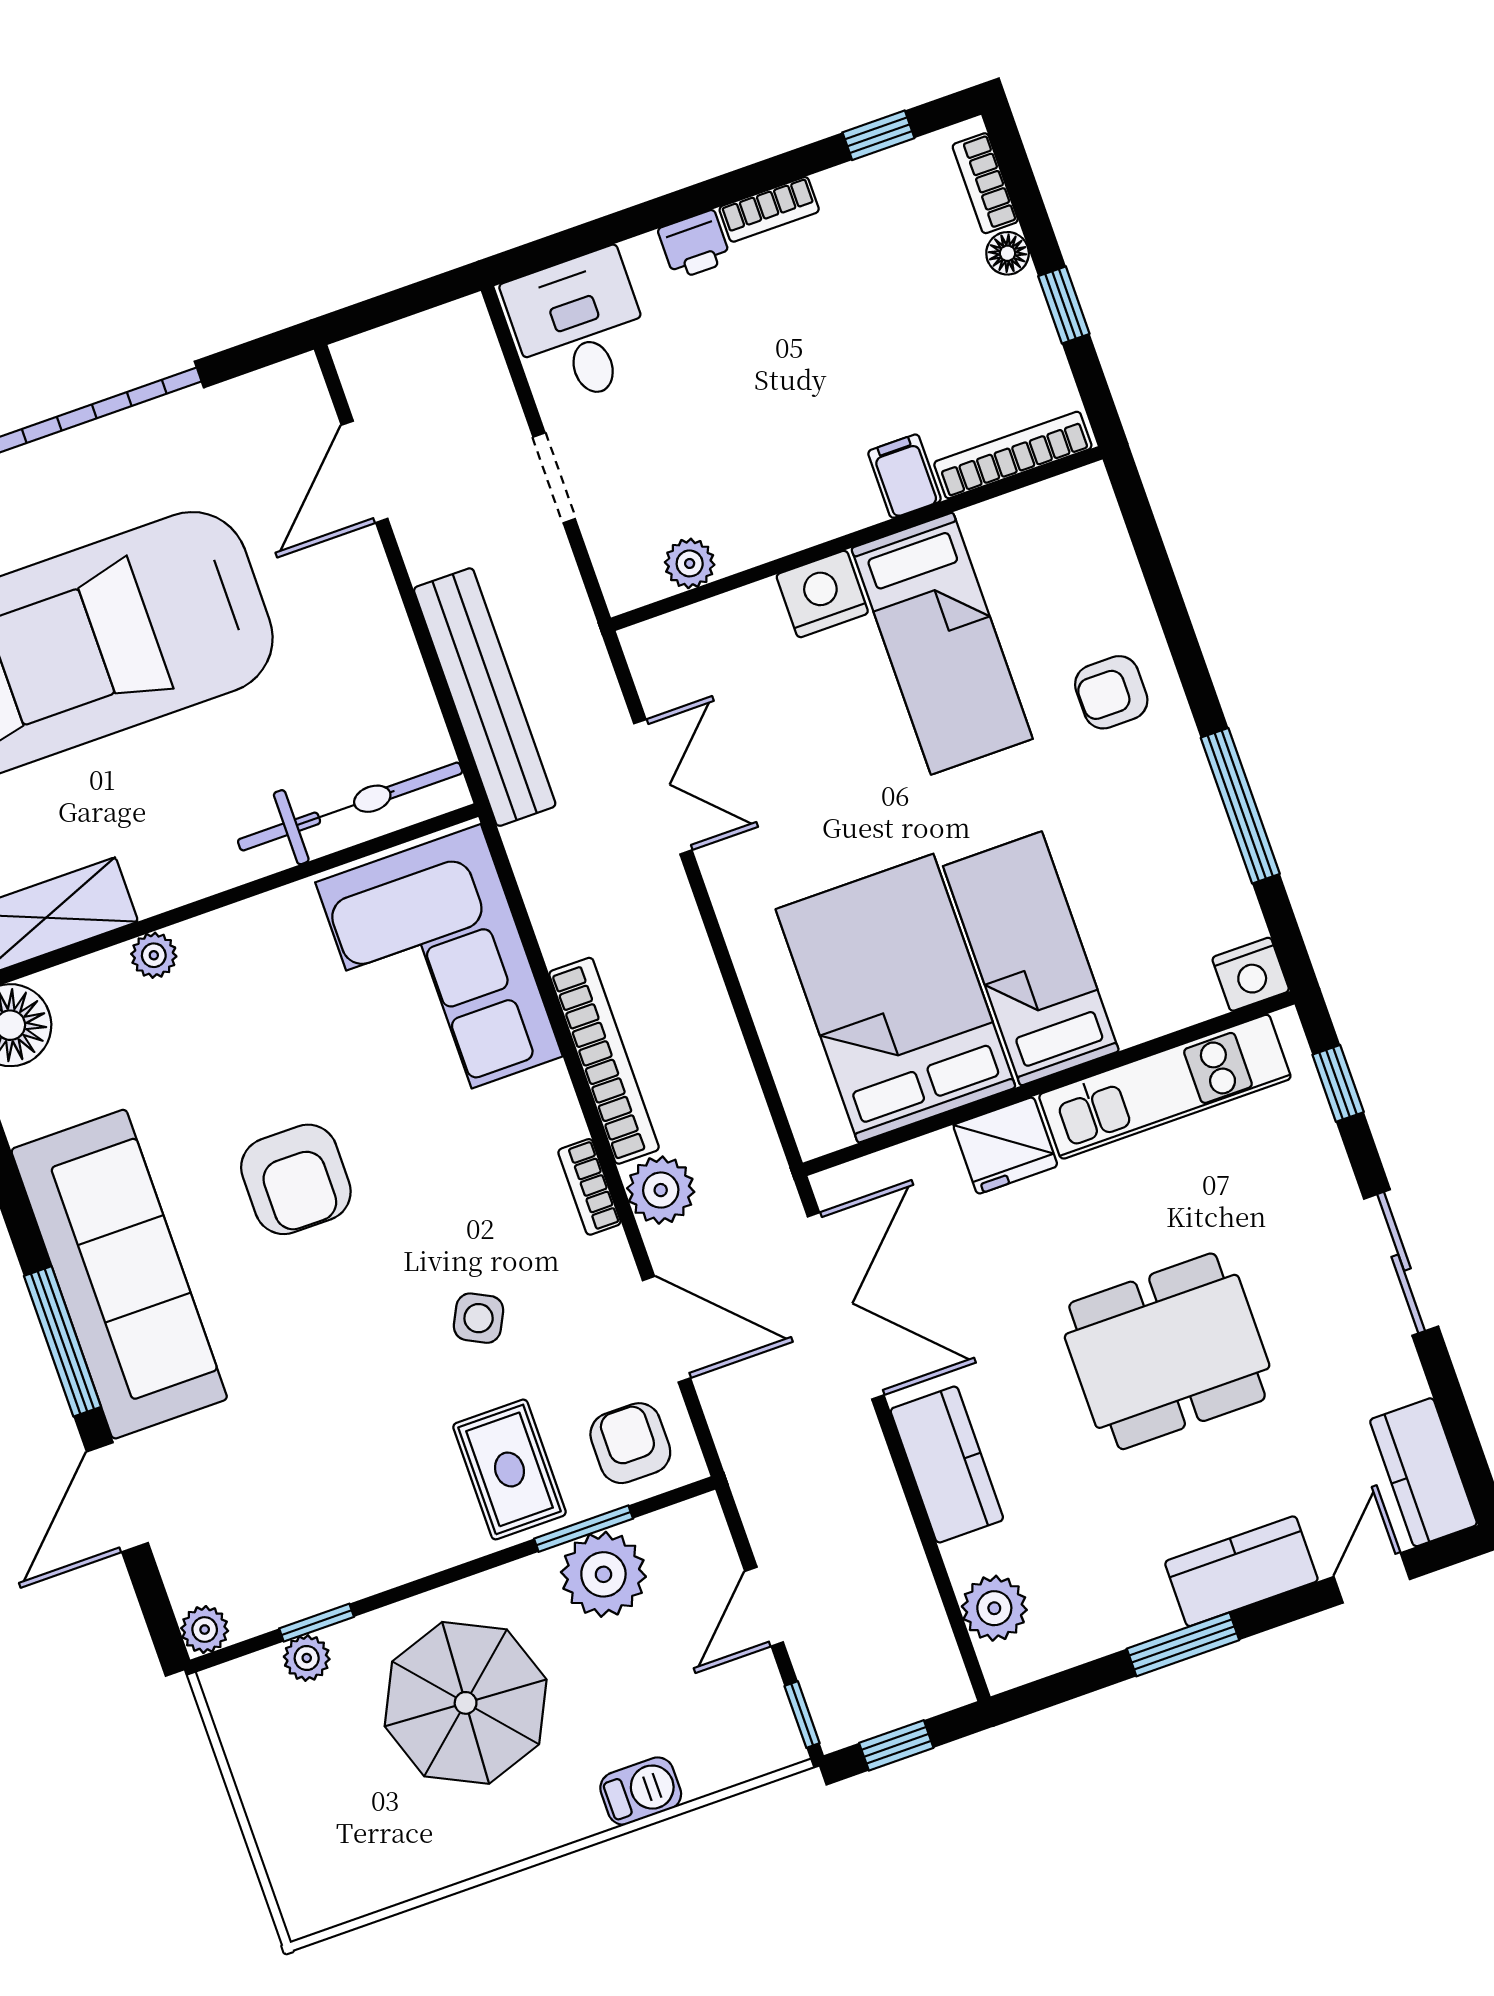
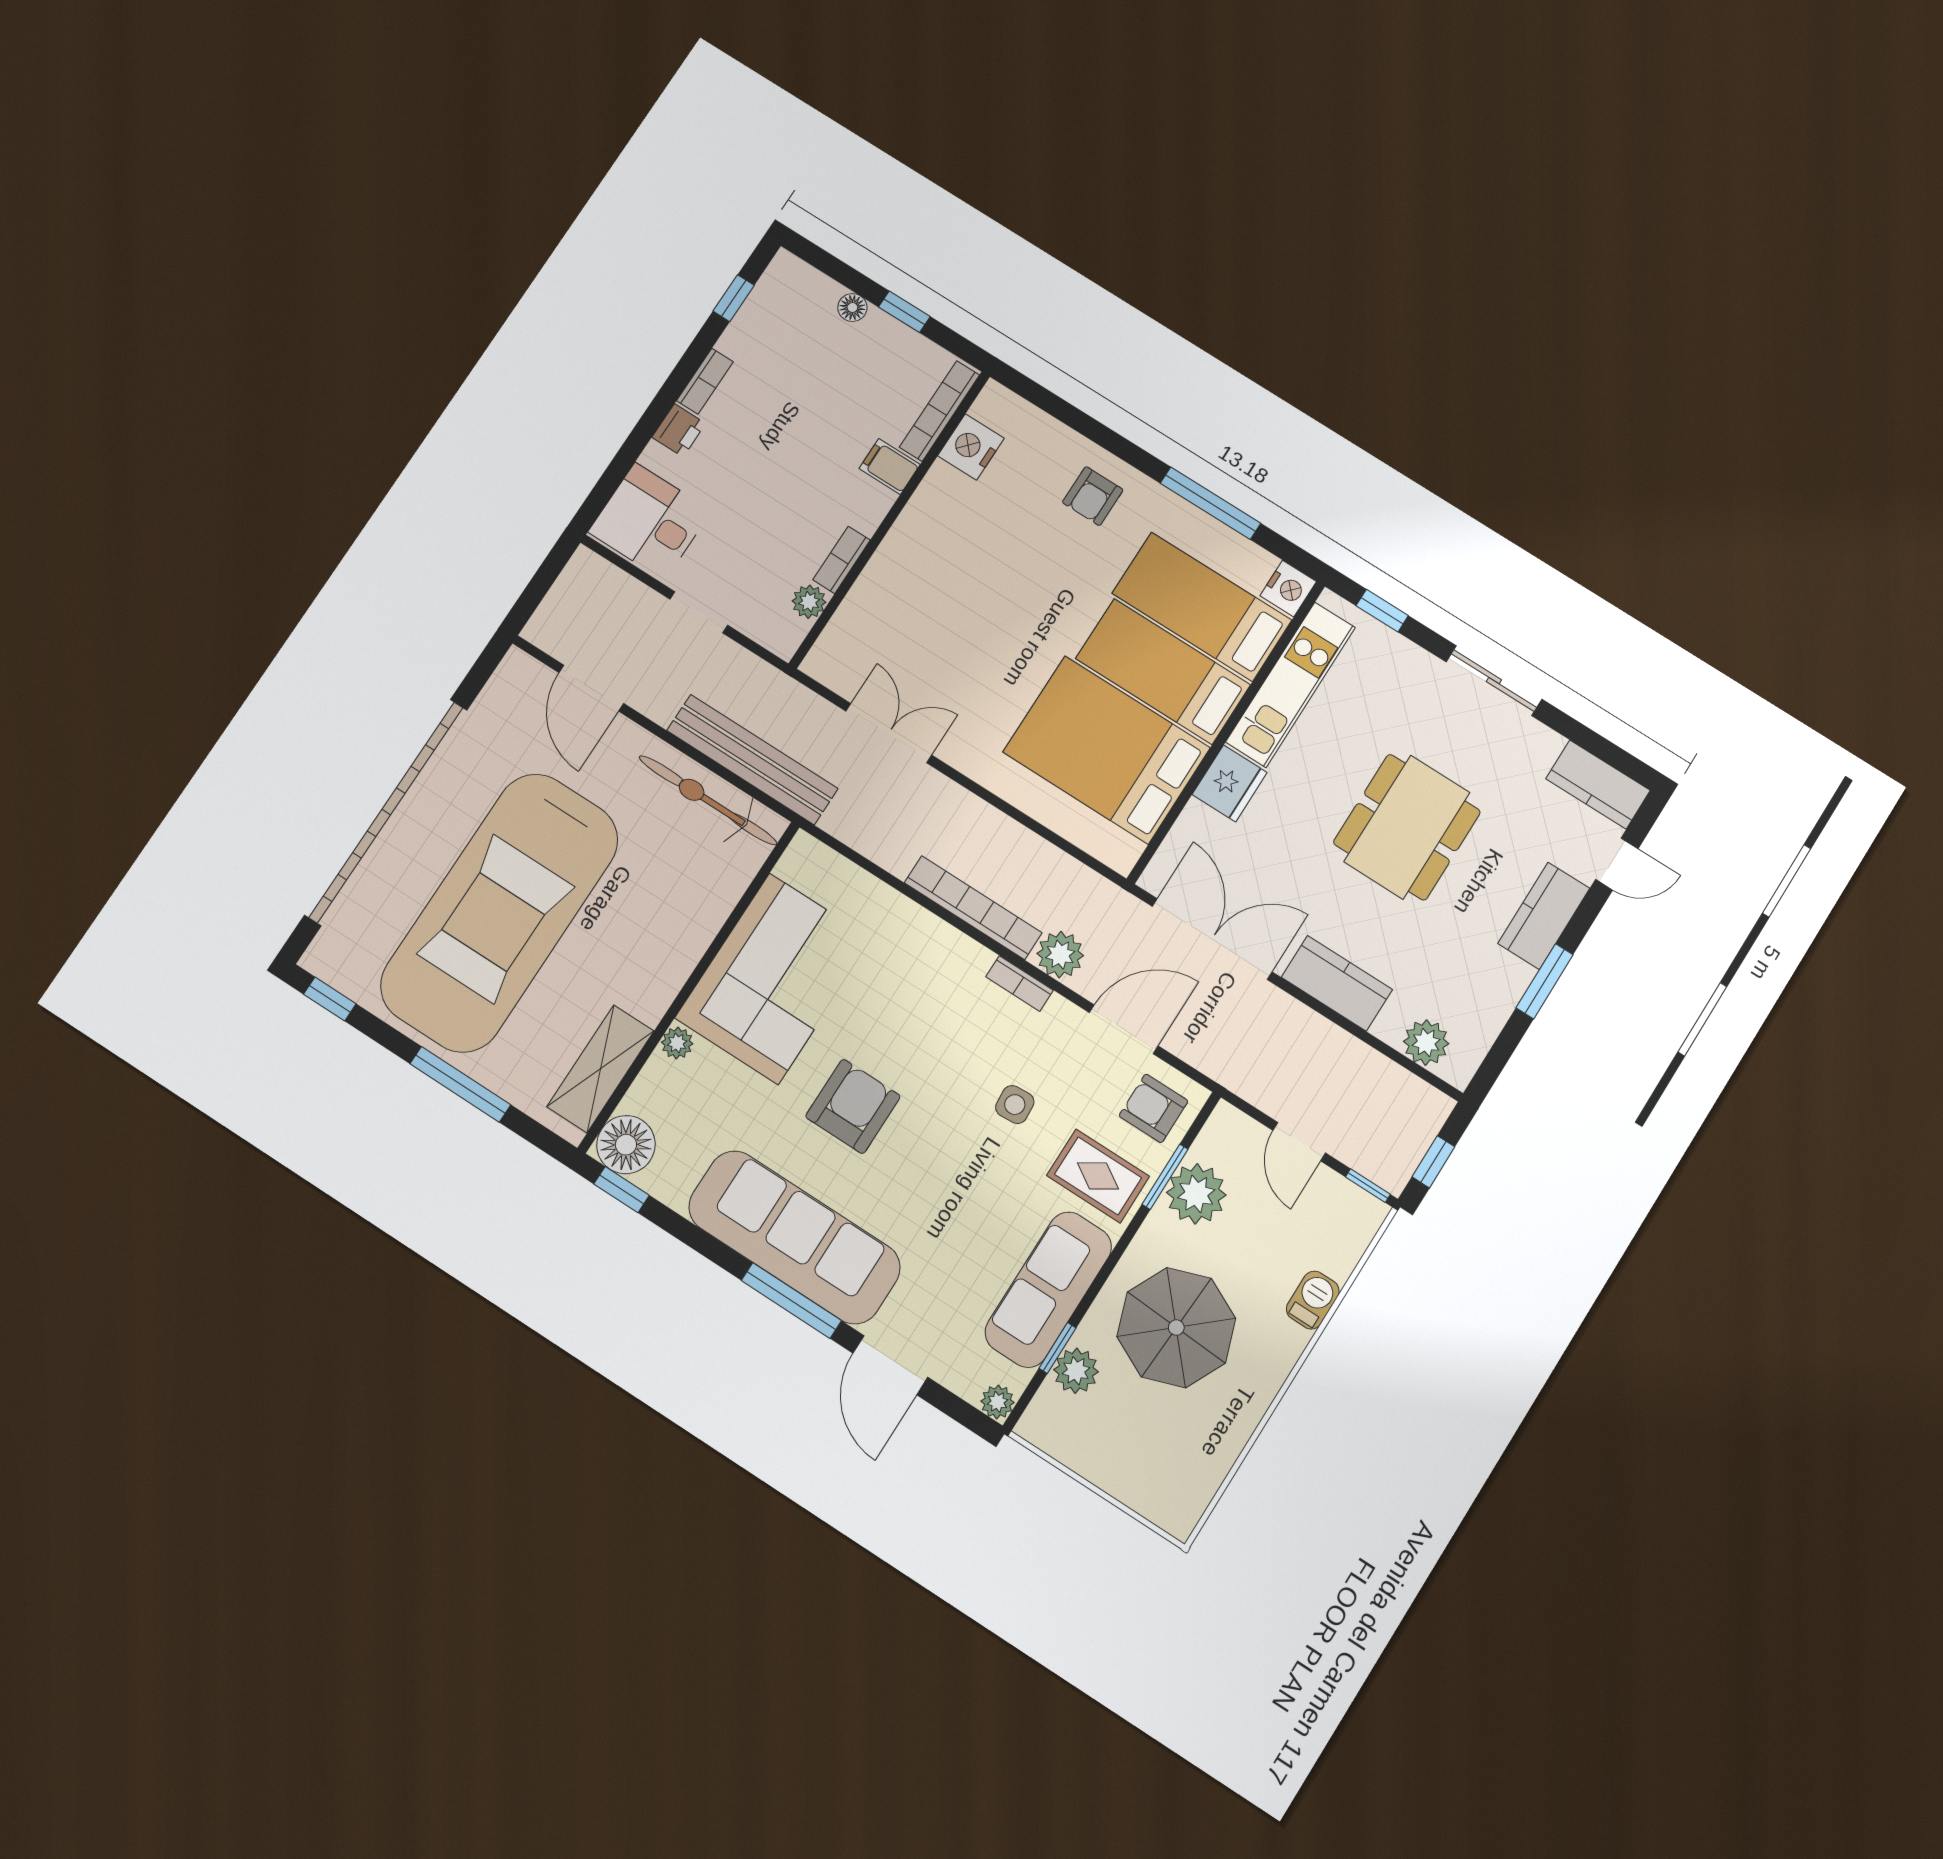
bookcase: (985, 183) -> (842, 560), moved, turned 90
nightstand: (822, 594) -> (971, 447), moved
bed: (942, 643) -> (1202, 607), moved, turned 180
bicycle: (350, 806) -> (708, 800), moved, turned -90
corner sofa: (439, 969) -> (774, 979), moved, turned -90
armchair: (296, 1179) -> (853, 1106), turned -90
side table: (479, 1318) -> (1015, 1105), turned -31
sofa: (357, 1551) -> (1048, 1290), added
door: (1372, 1578) -> (1617, 864), swing flipped
plant: (307, 1658) -> (1076, 1371), width x1.38, depth x1.38

